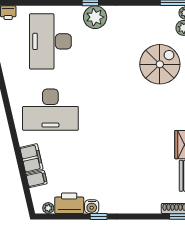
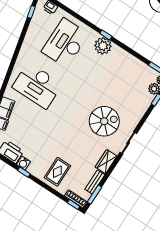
spiral stairs: (160, 64) -> (104, 121), moved
rug: (136, 191) -> (57, 172), added

